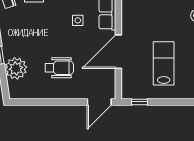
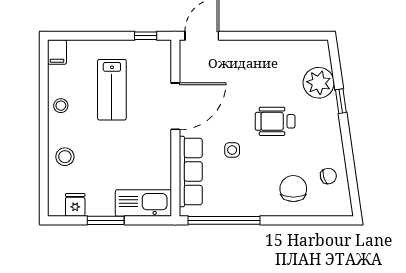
wheelchair: (59, 68) -> (275, 121), moved

